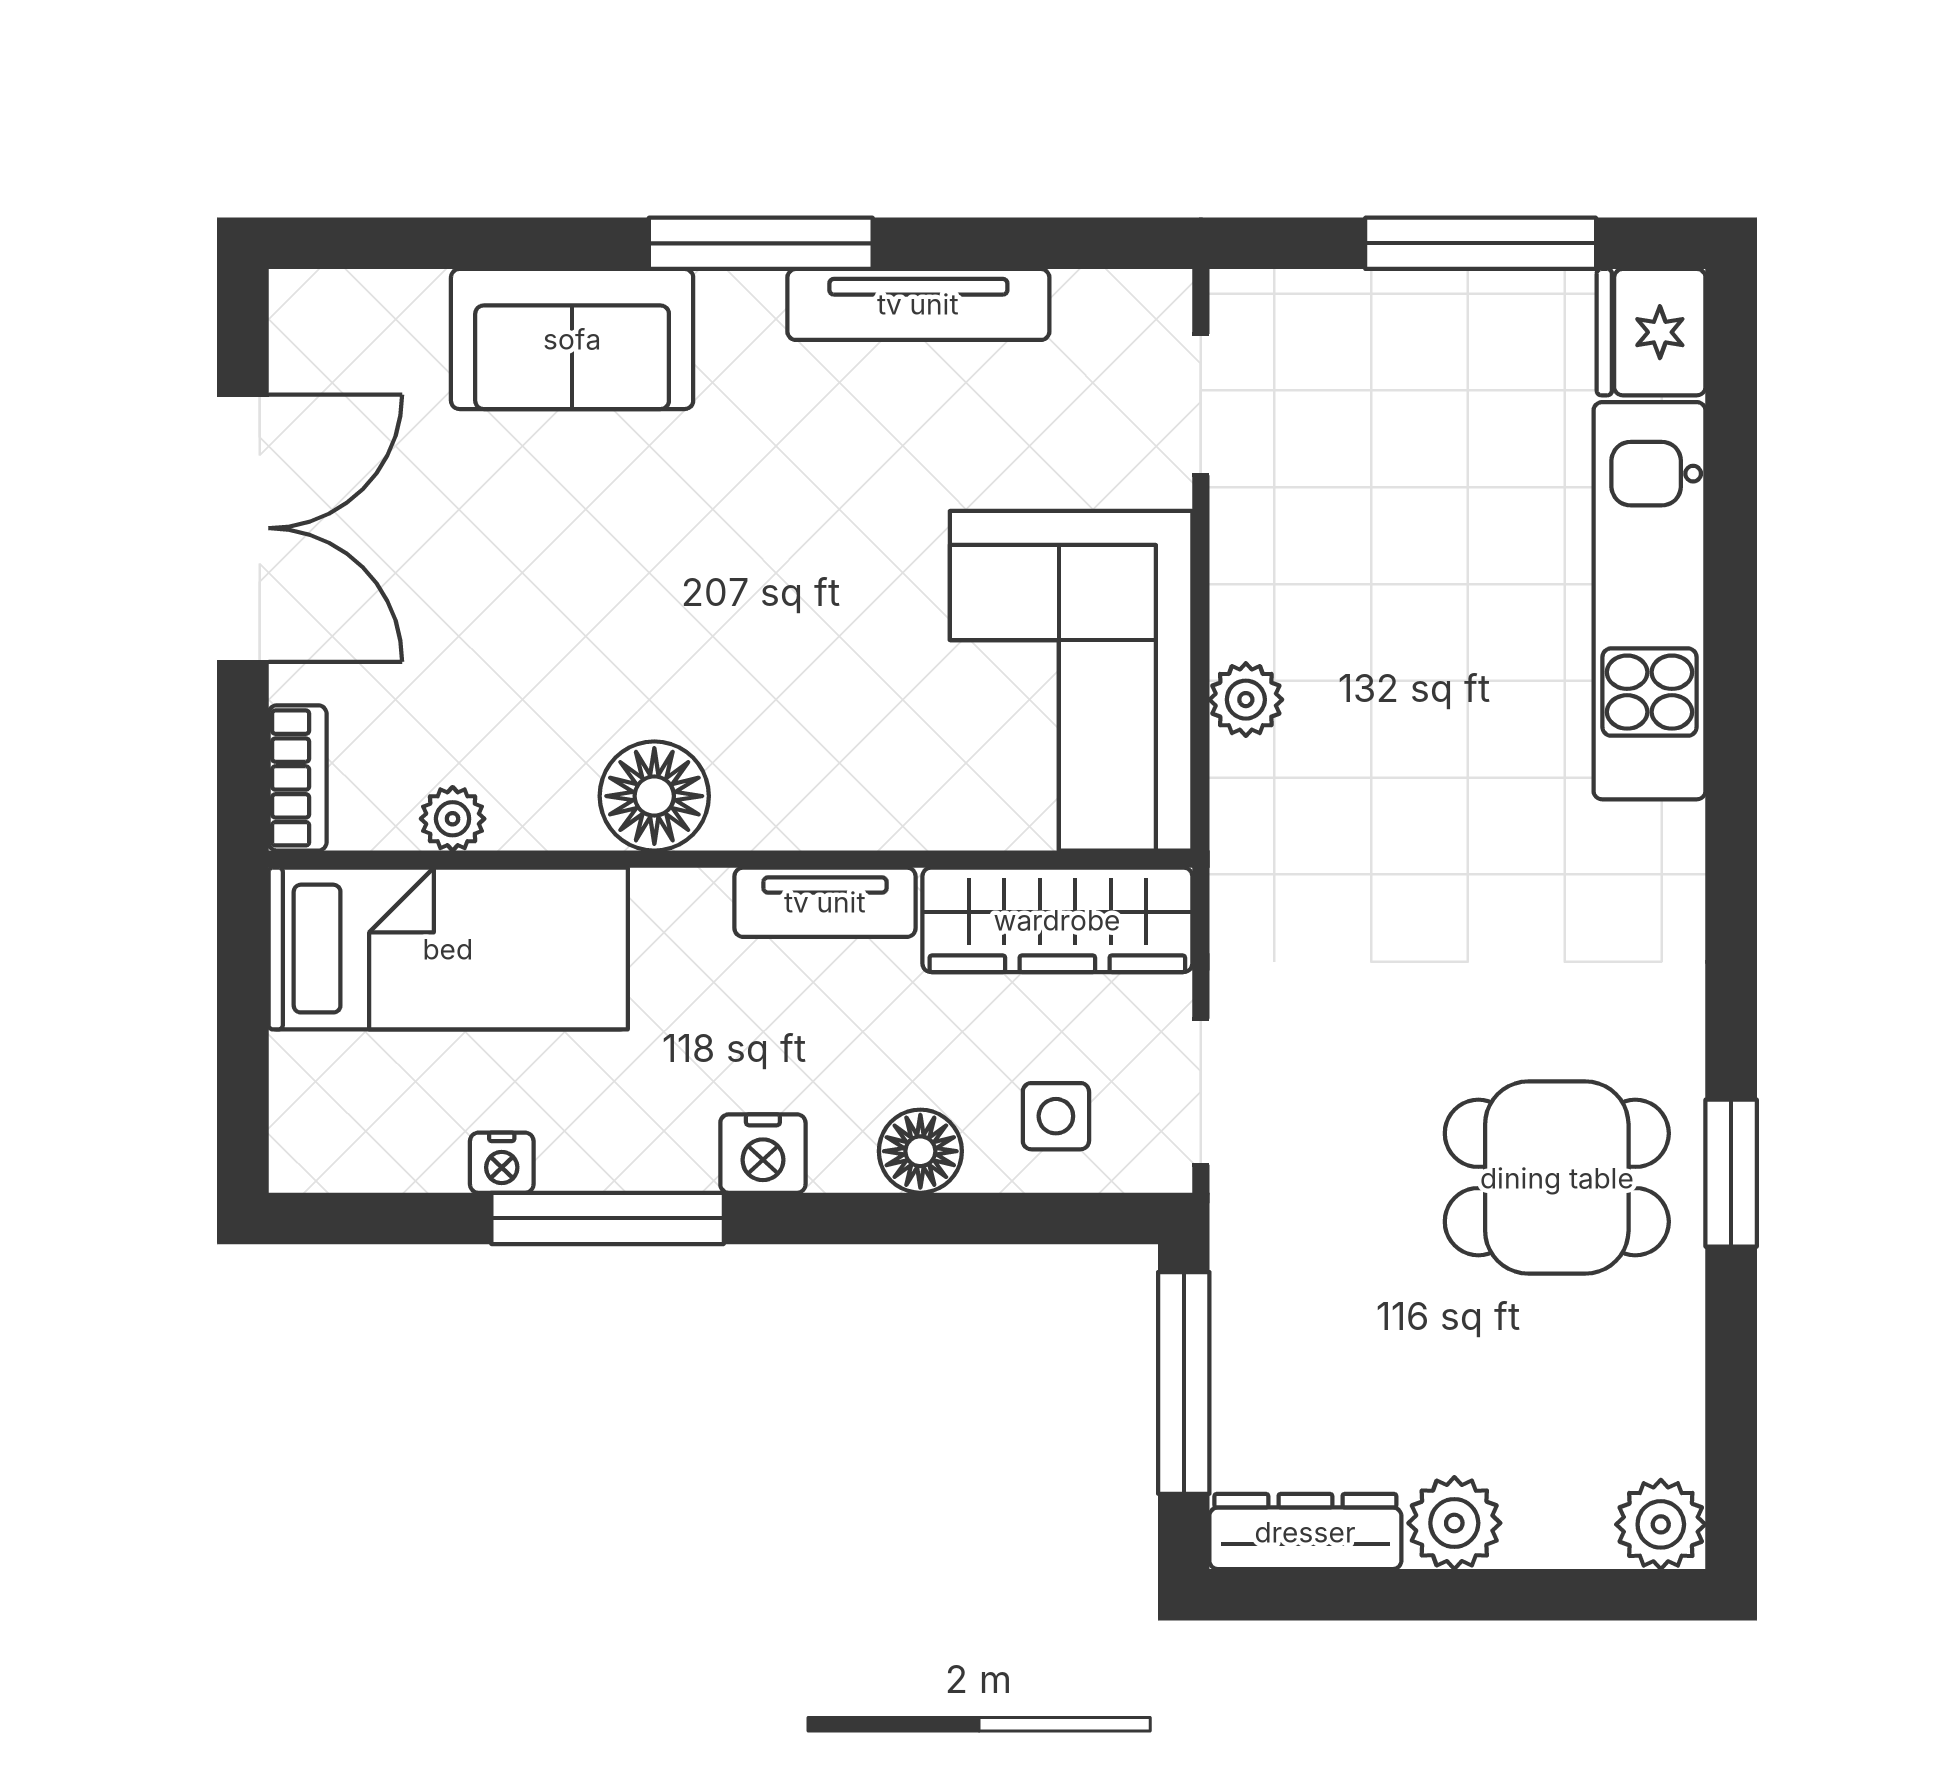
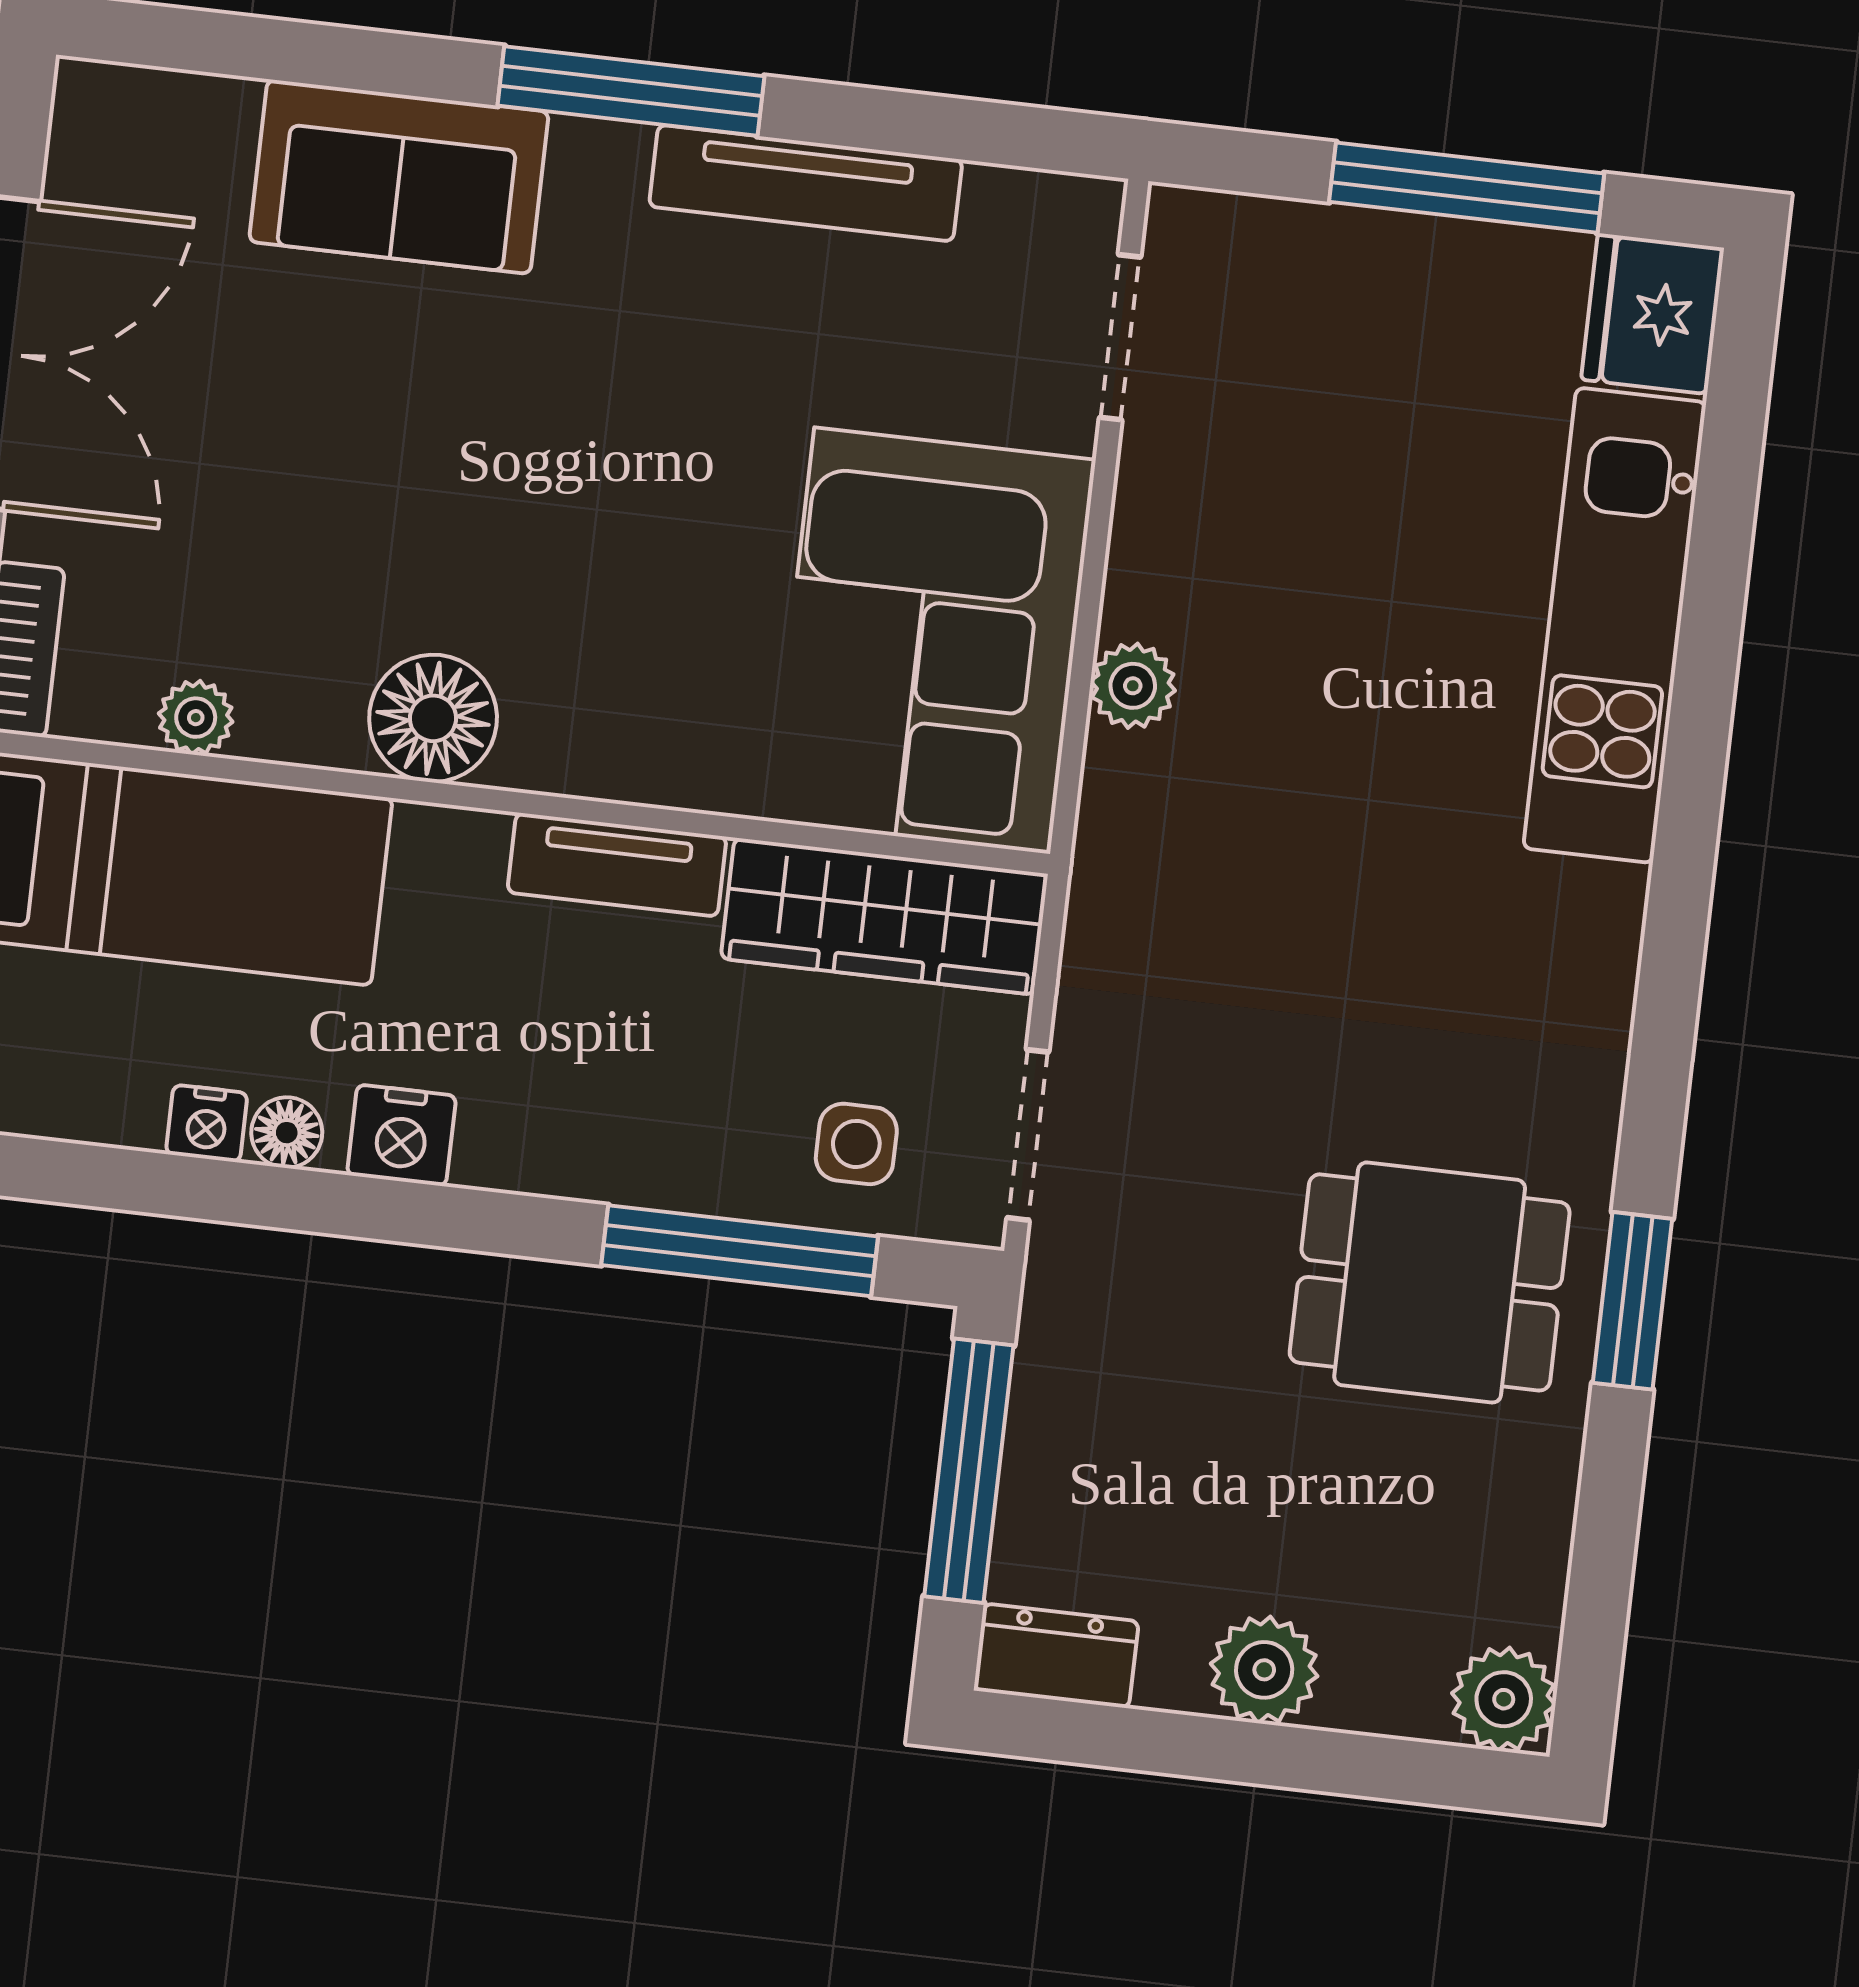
floor lamp: (920, 1151) -> (287, 1133), moved, width x0.73, depth x0.73
nightstand: (763, 1154) -> (402, 1135), moved
window: (608, 1218) -> (740, 1251), moved
dresser: (1305, 1532) -> (1056, 1656), width x0.70

